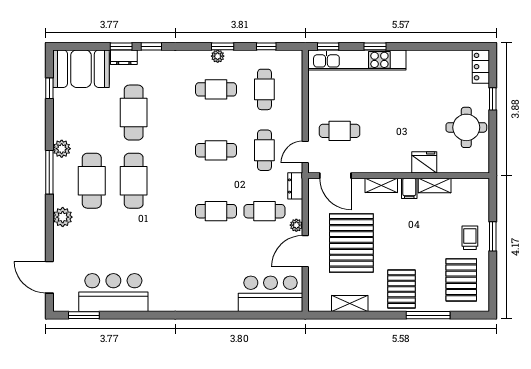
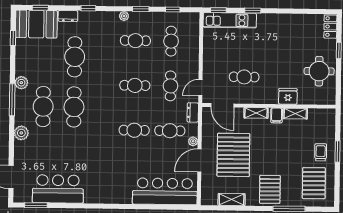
window: (121, 46) -> (40, 8), moved
plant: (218, 56) -> (124, 16), moved
kitchen unit: (357, 60) -> (230, 20), width x0.73
cafe table: (340, 131) -> (244, 77), moved
bar counter: (271, 294) -> (165, 191), width x1.36

